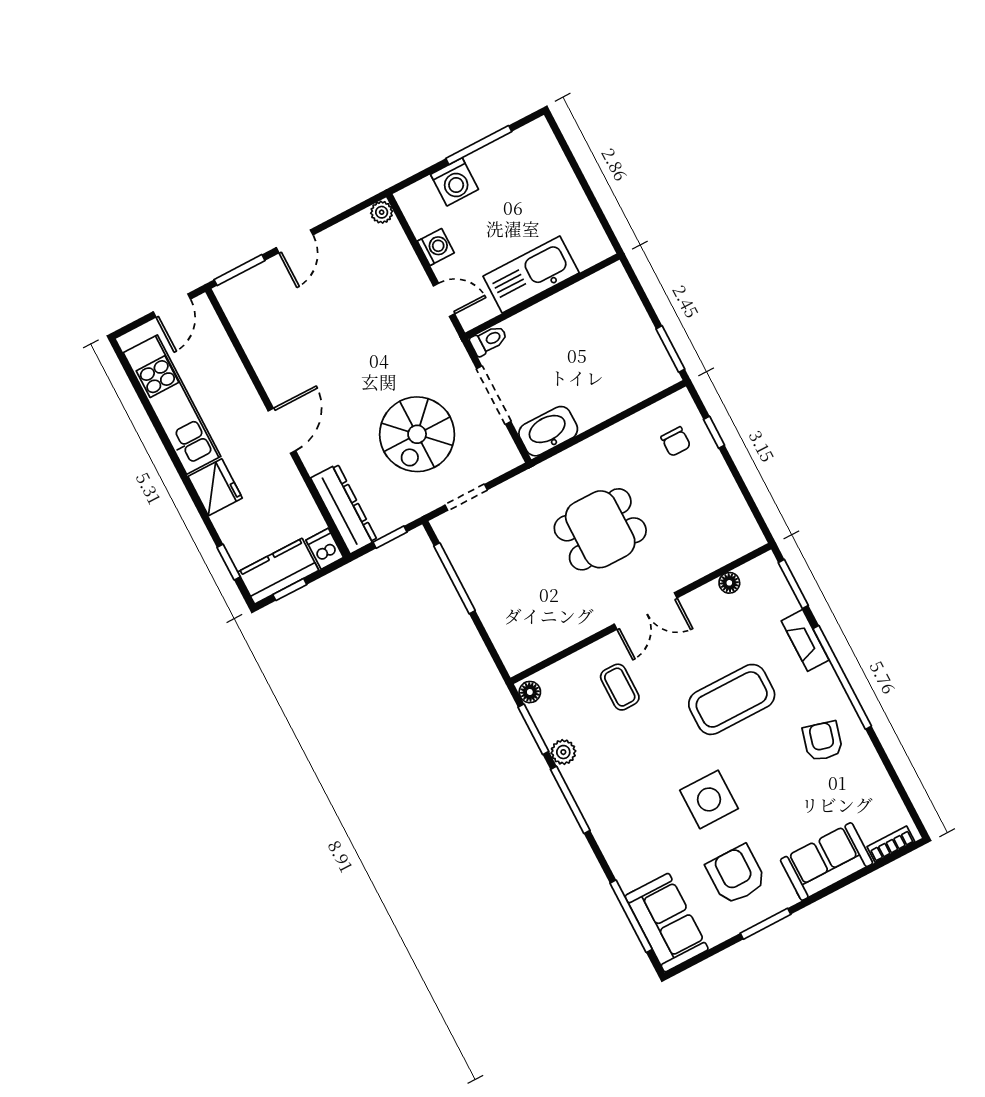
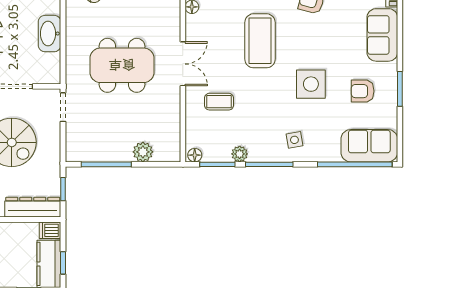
washbasin: (548, 431) -> (50, 34), moved
doorway: (466, 497) -> (63, 107), moved
dining table: (600, 529) -> (122, 65), width x1.38
plant: (497, 619) -> (143, 152), added
side table: (621, 817) -> (294, 140), added
armchair: (736, 875) -> (363, 91), width x0.72, depth x0.72
window: (631, 916) -> (355, 164), width x1.46

